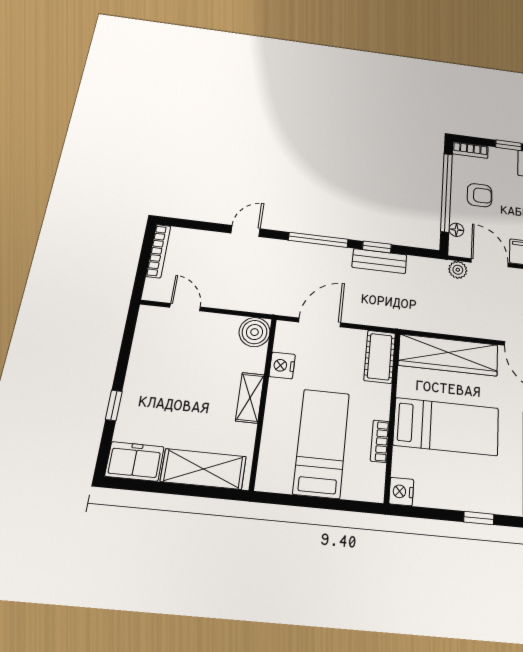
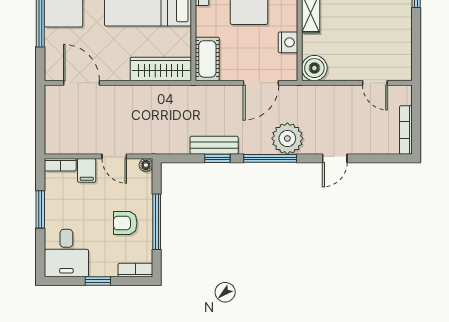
window: (446, 192) -> (157, 222), width x0.68
floor lamp: (456, 230) -> (146, 165), moved
door: (490, 263) -> (114, 156), width x0.73
plant: (458, 270) -> (287, 138), moved, width x1.87, depth x1.87
wardrobe: (448, 355) -> (161, 69), width x0.71, depth x0.85

